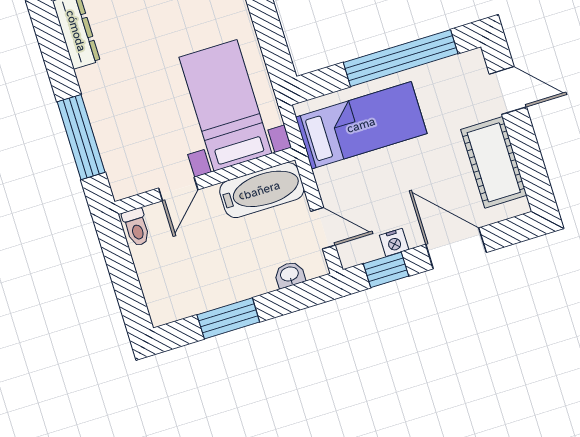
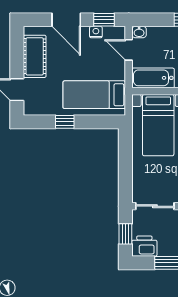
window: (401, 58) -> (65, 122), width x0.32
washbasin: (290, 275) -> (139, 32), moved

